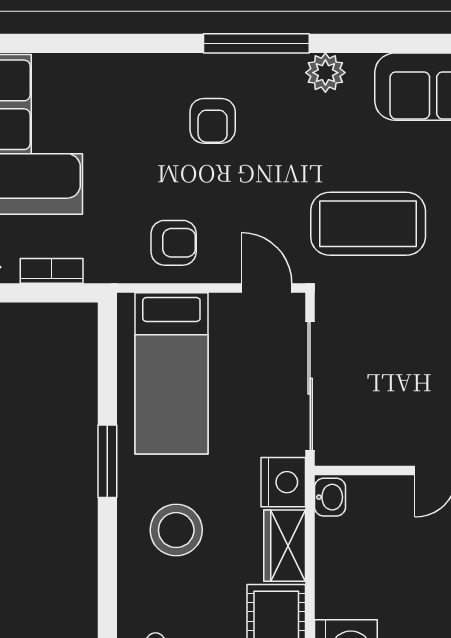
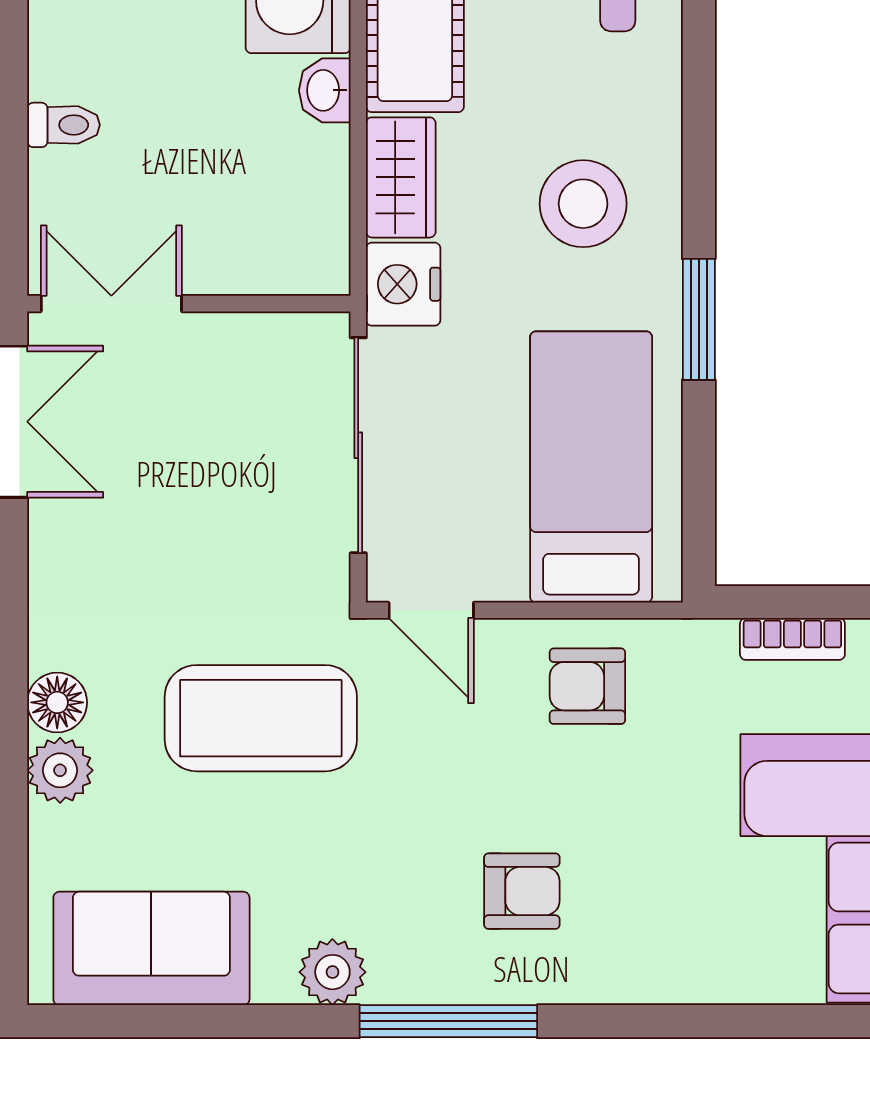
armchair: (213, 121) -> (522, 891), turned 90
washbasin: (330, 497) -> (325, 90), moved

